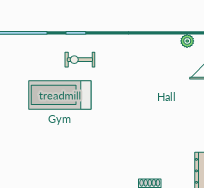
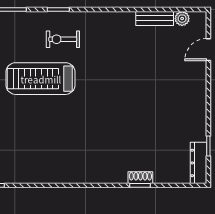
bench: (163, 41) -> (155, 18), added

